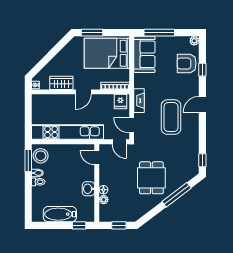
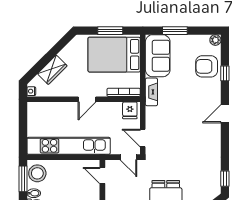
window: (92, 33) -> (110, 31), moved
window: (159, 33) -> (175, 31), width x0.69
wardrobe: (61, 83) -> (52, 70), moved, turned 135
fireplace: (139, 101) -> (151, 92), moved
coffee table: (171, 117) -> (188, 128), removed

